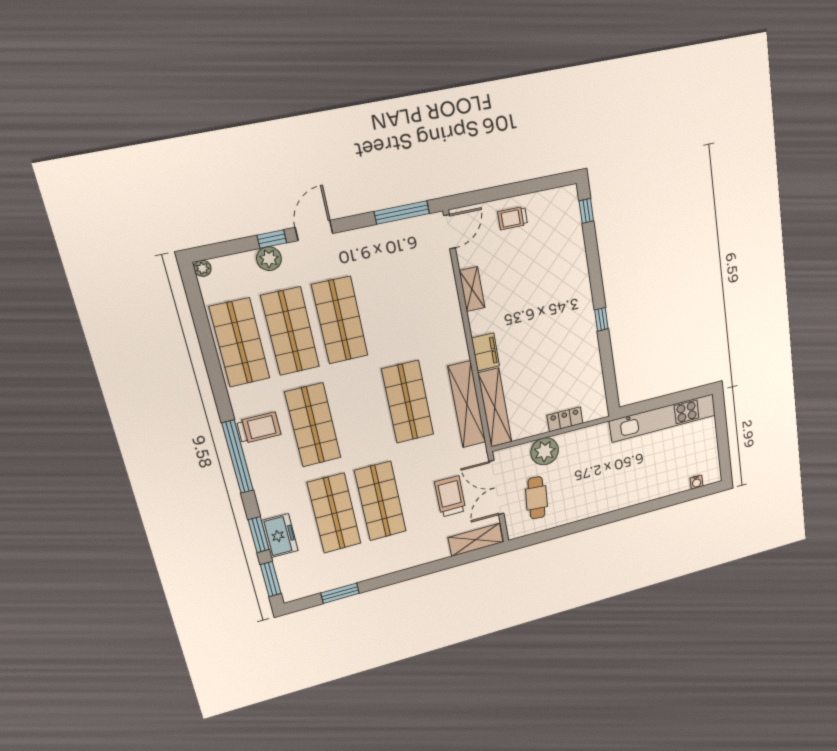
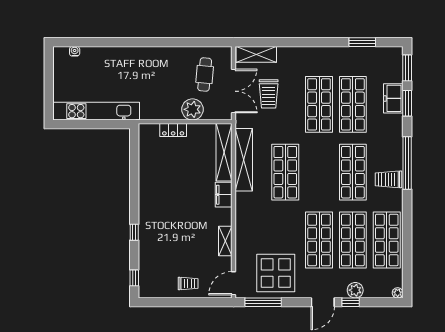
display table: (392, 259) -> (276, 273), added
window: (601, 319) -> (134, 232), moved

